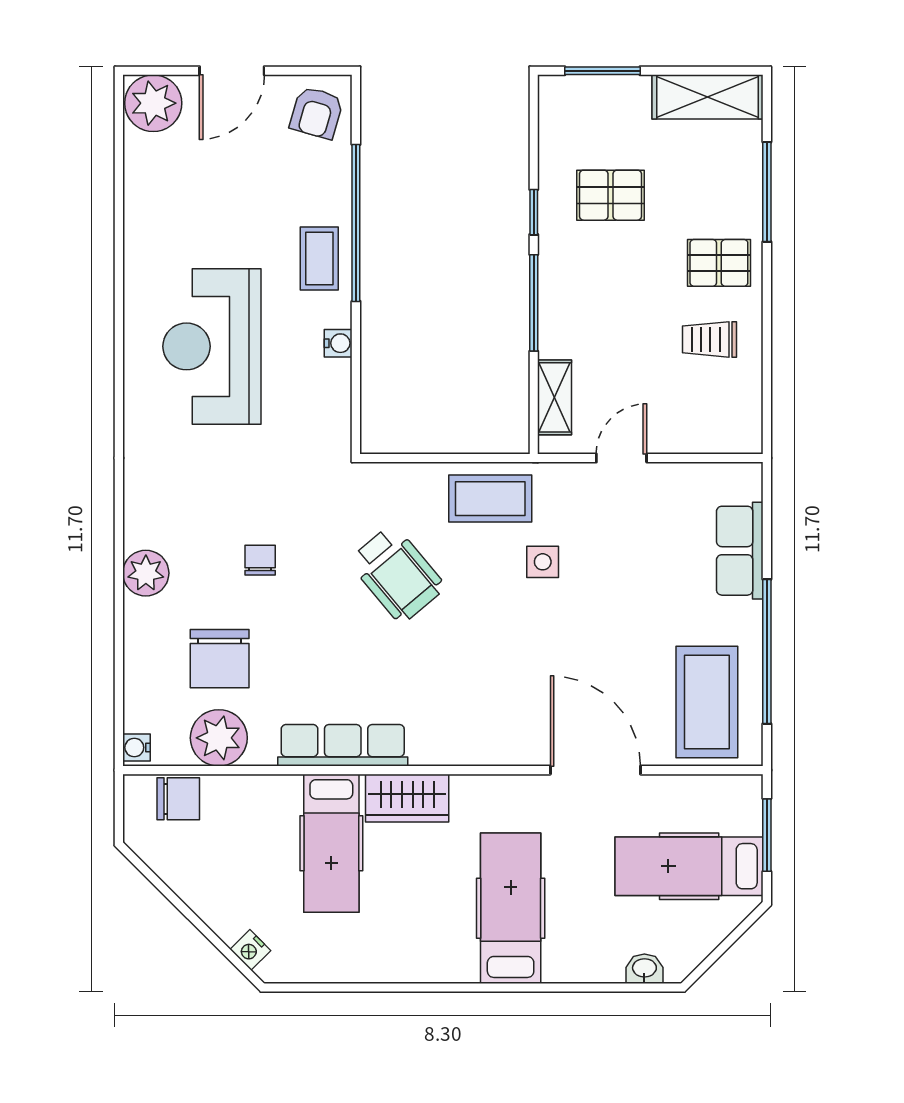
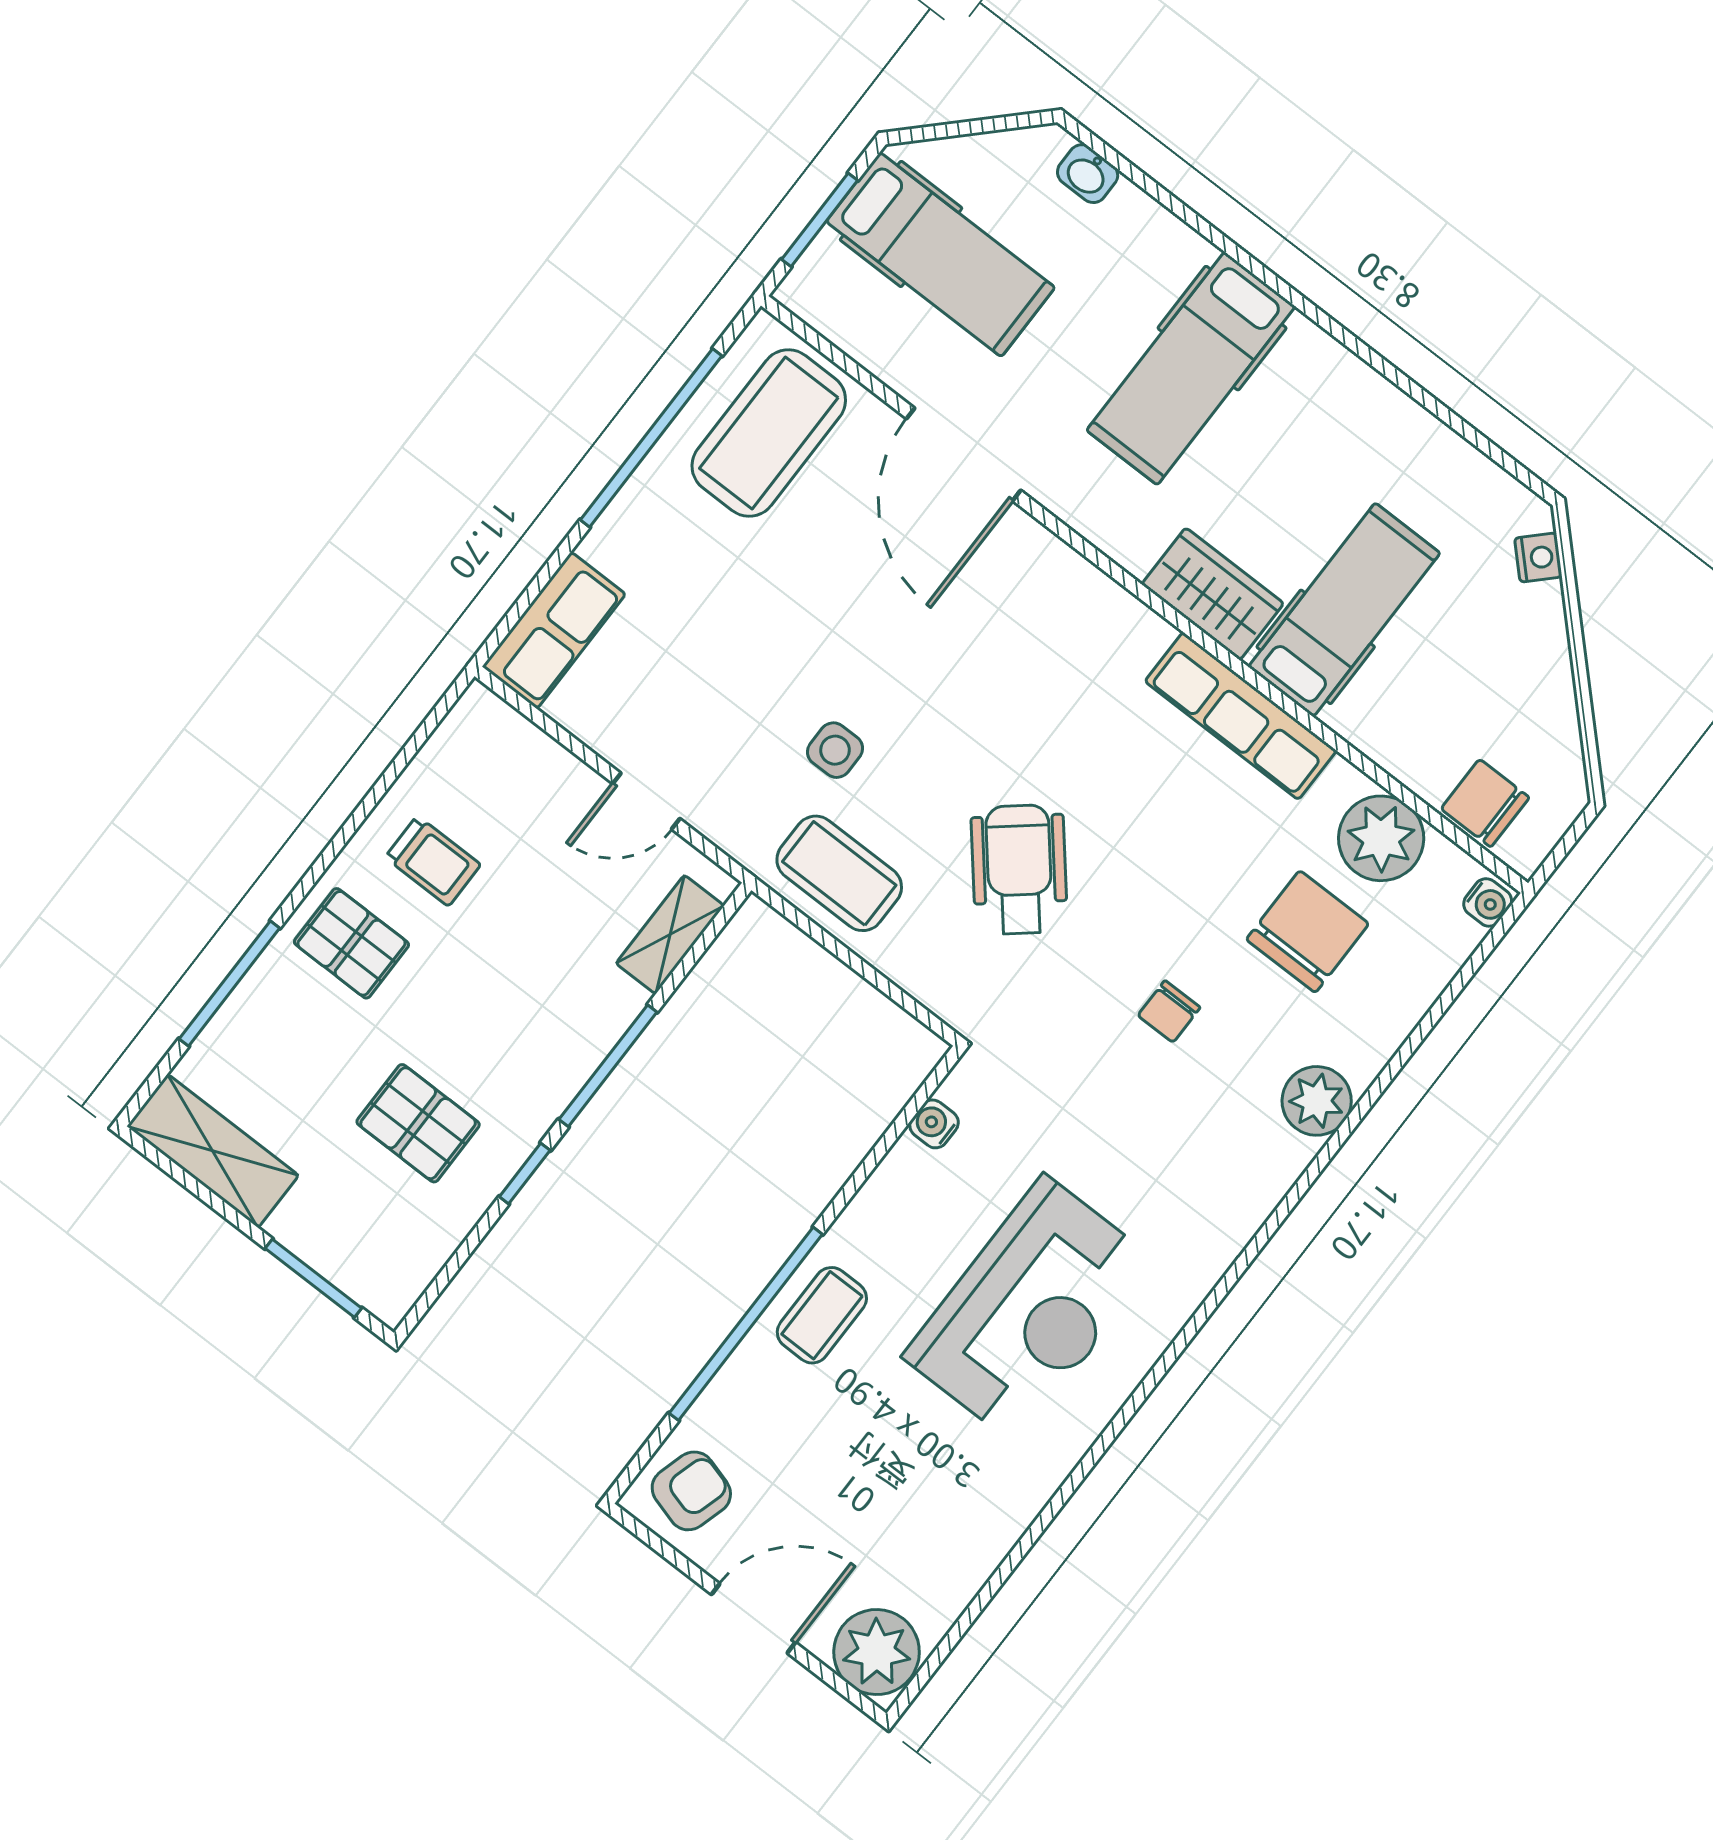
water cooler: (338, 343) -> (934, 1124), moved
row of seats: (740, 551) -> (554, 630), moved

